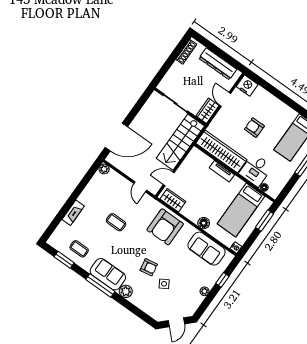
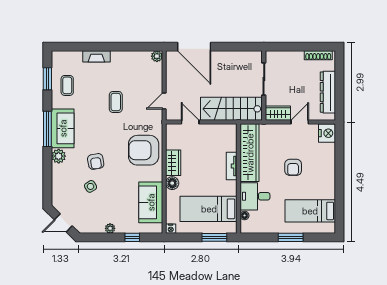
armchair: (254, 128) -> (293, 167), turned 180
wardrobe: (173, 200) -> (173, 163), moved

